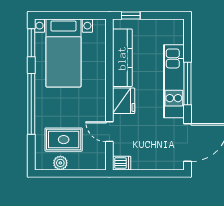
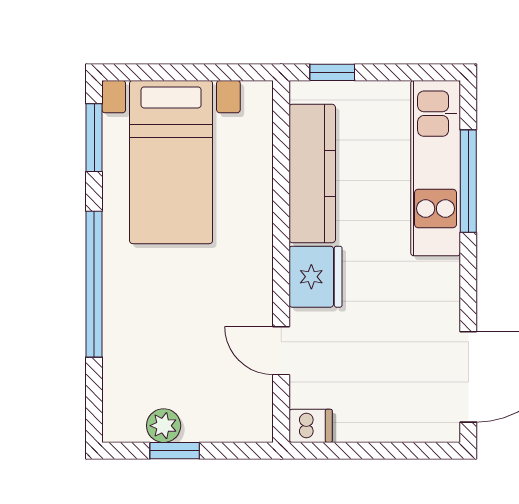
kitchen unit: (174, 81) -> (436, 168), moved
window: (187, 84) -> (468, 181), moved
rug: (64, 140) -> (171, 370), removed
window: (65, 173) -> (175, 451), added

